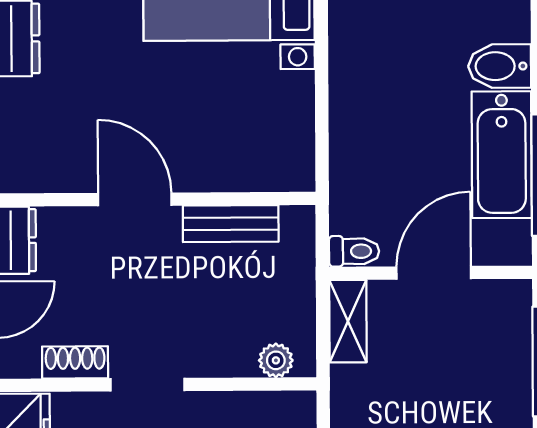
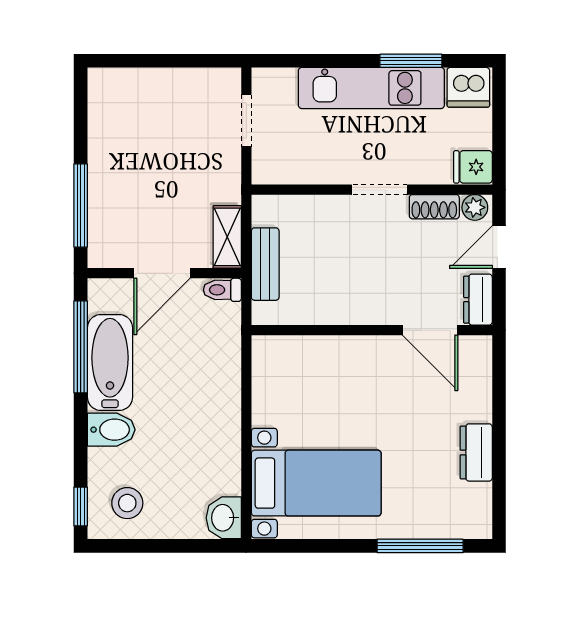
door: (135, 199) -> (430, 330), moved
bench: (231, 224) -> (265, 264), moved, turned 90
plant: (276, 360) -> (475, 207), moved

